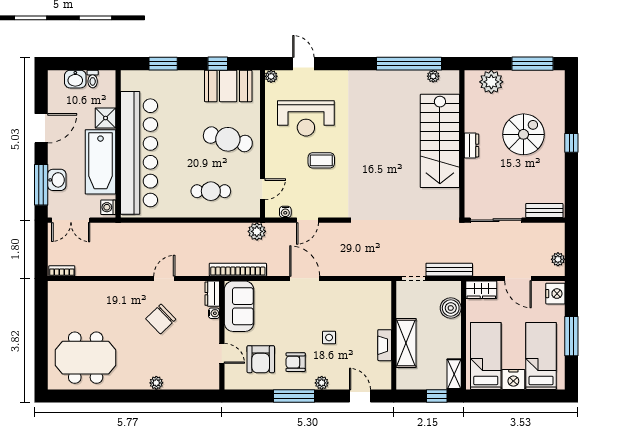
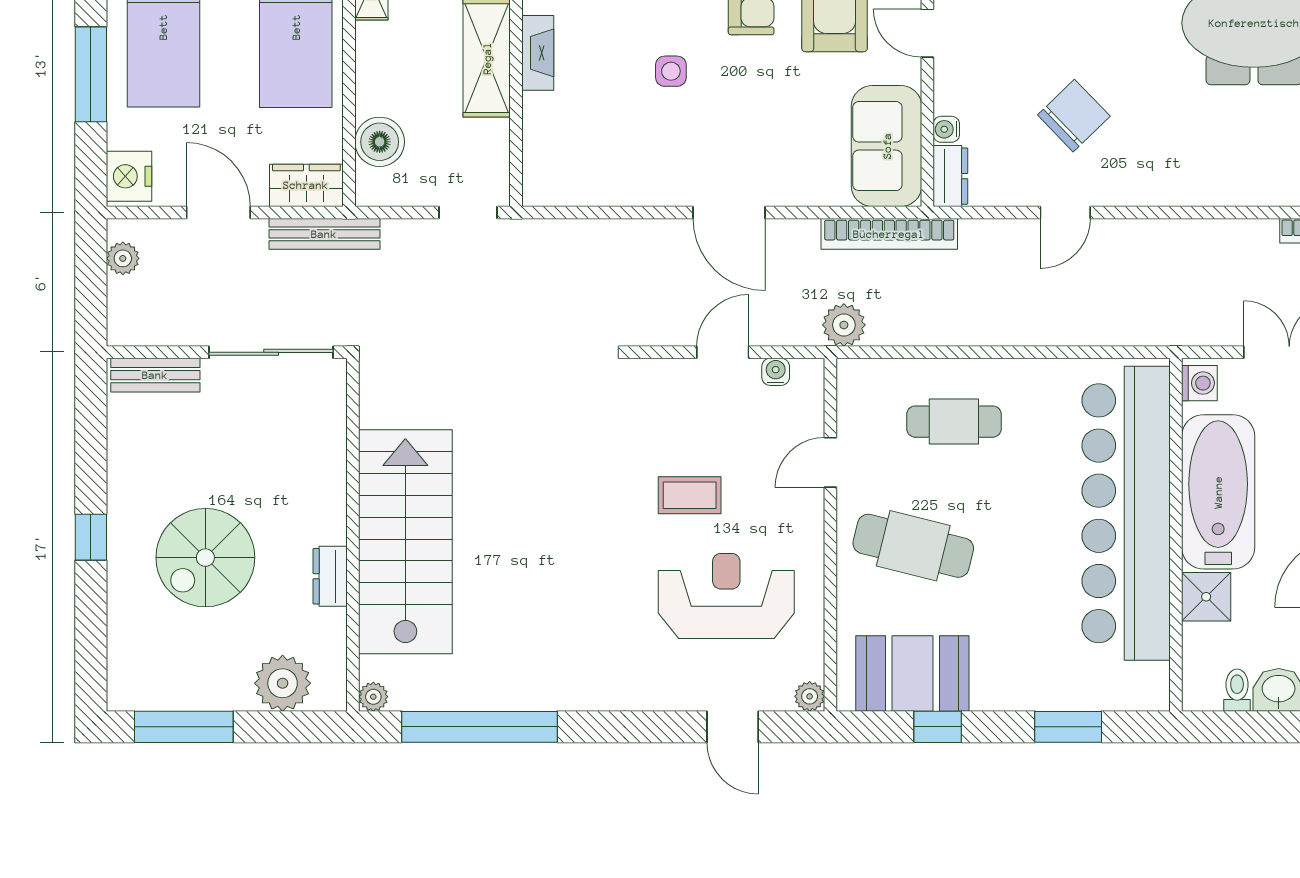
plant: (433, 76) -> (373, 697), moved
dresser: (471, 145) -> (330, 576), moved
door: (262, 189) -> (830, 462), moved
bench: (449, 270) -> (324, 234), moved

